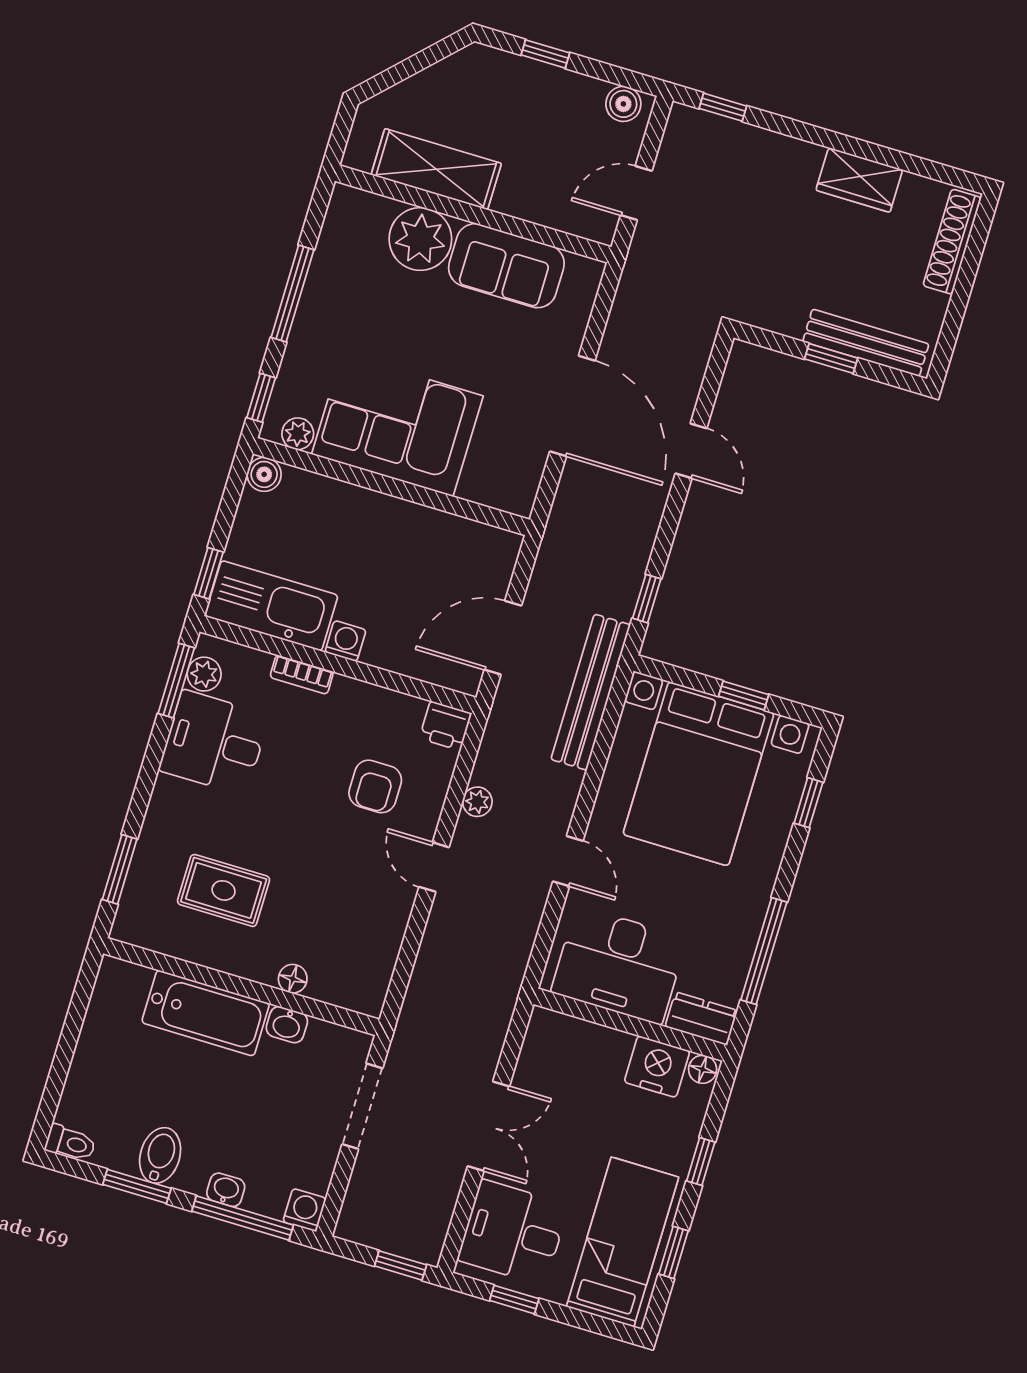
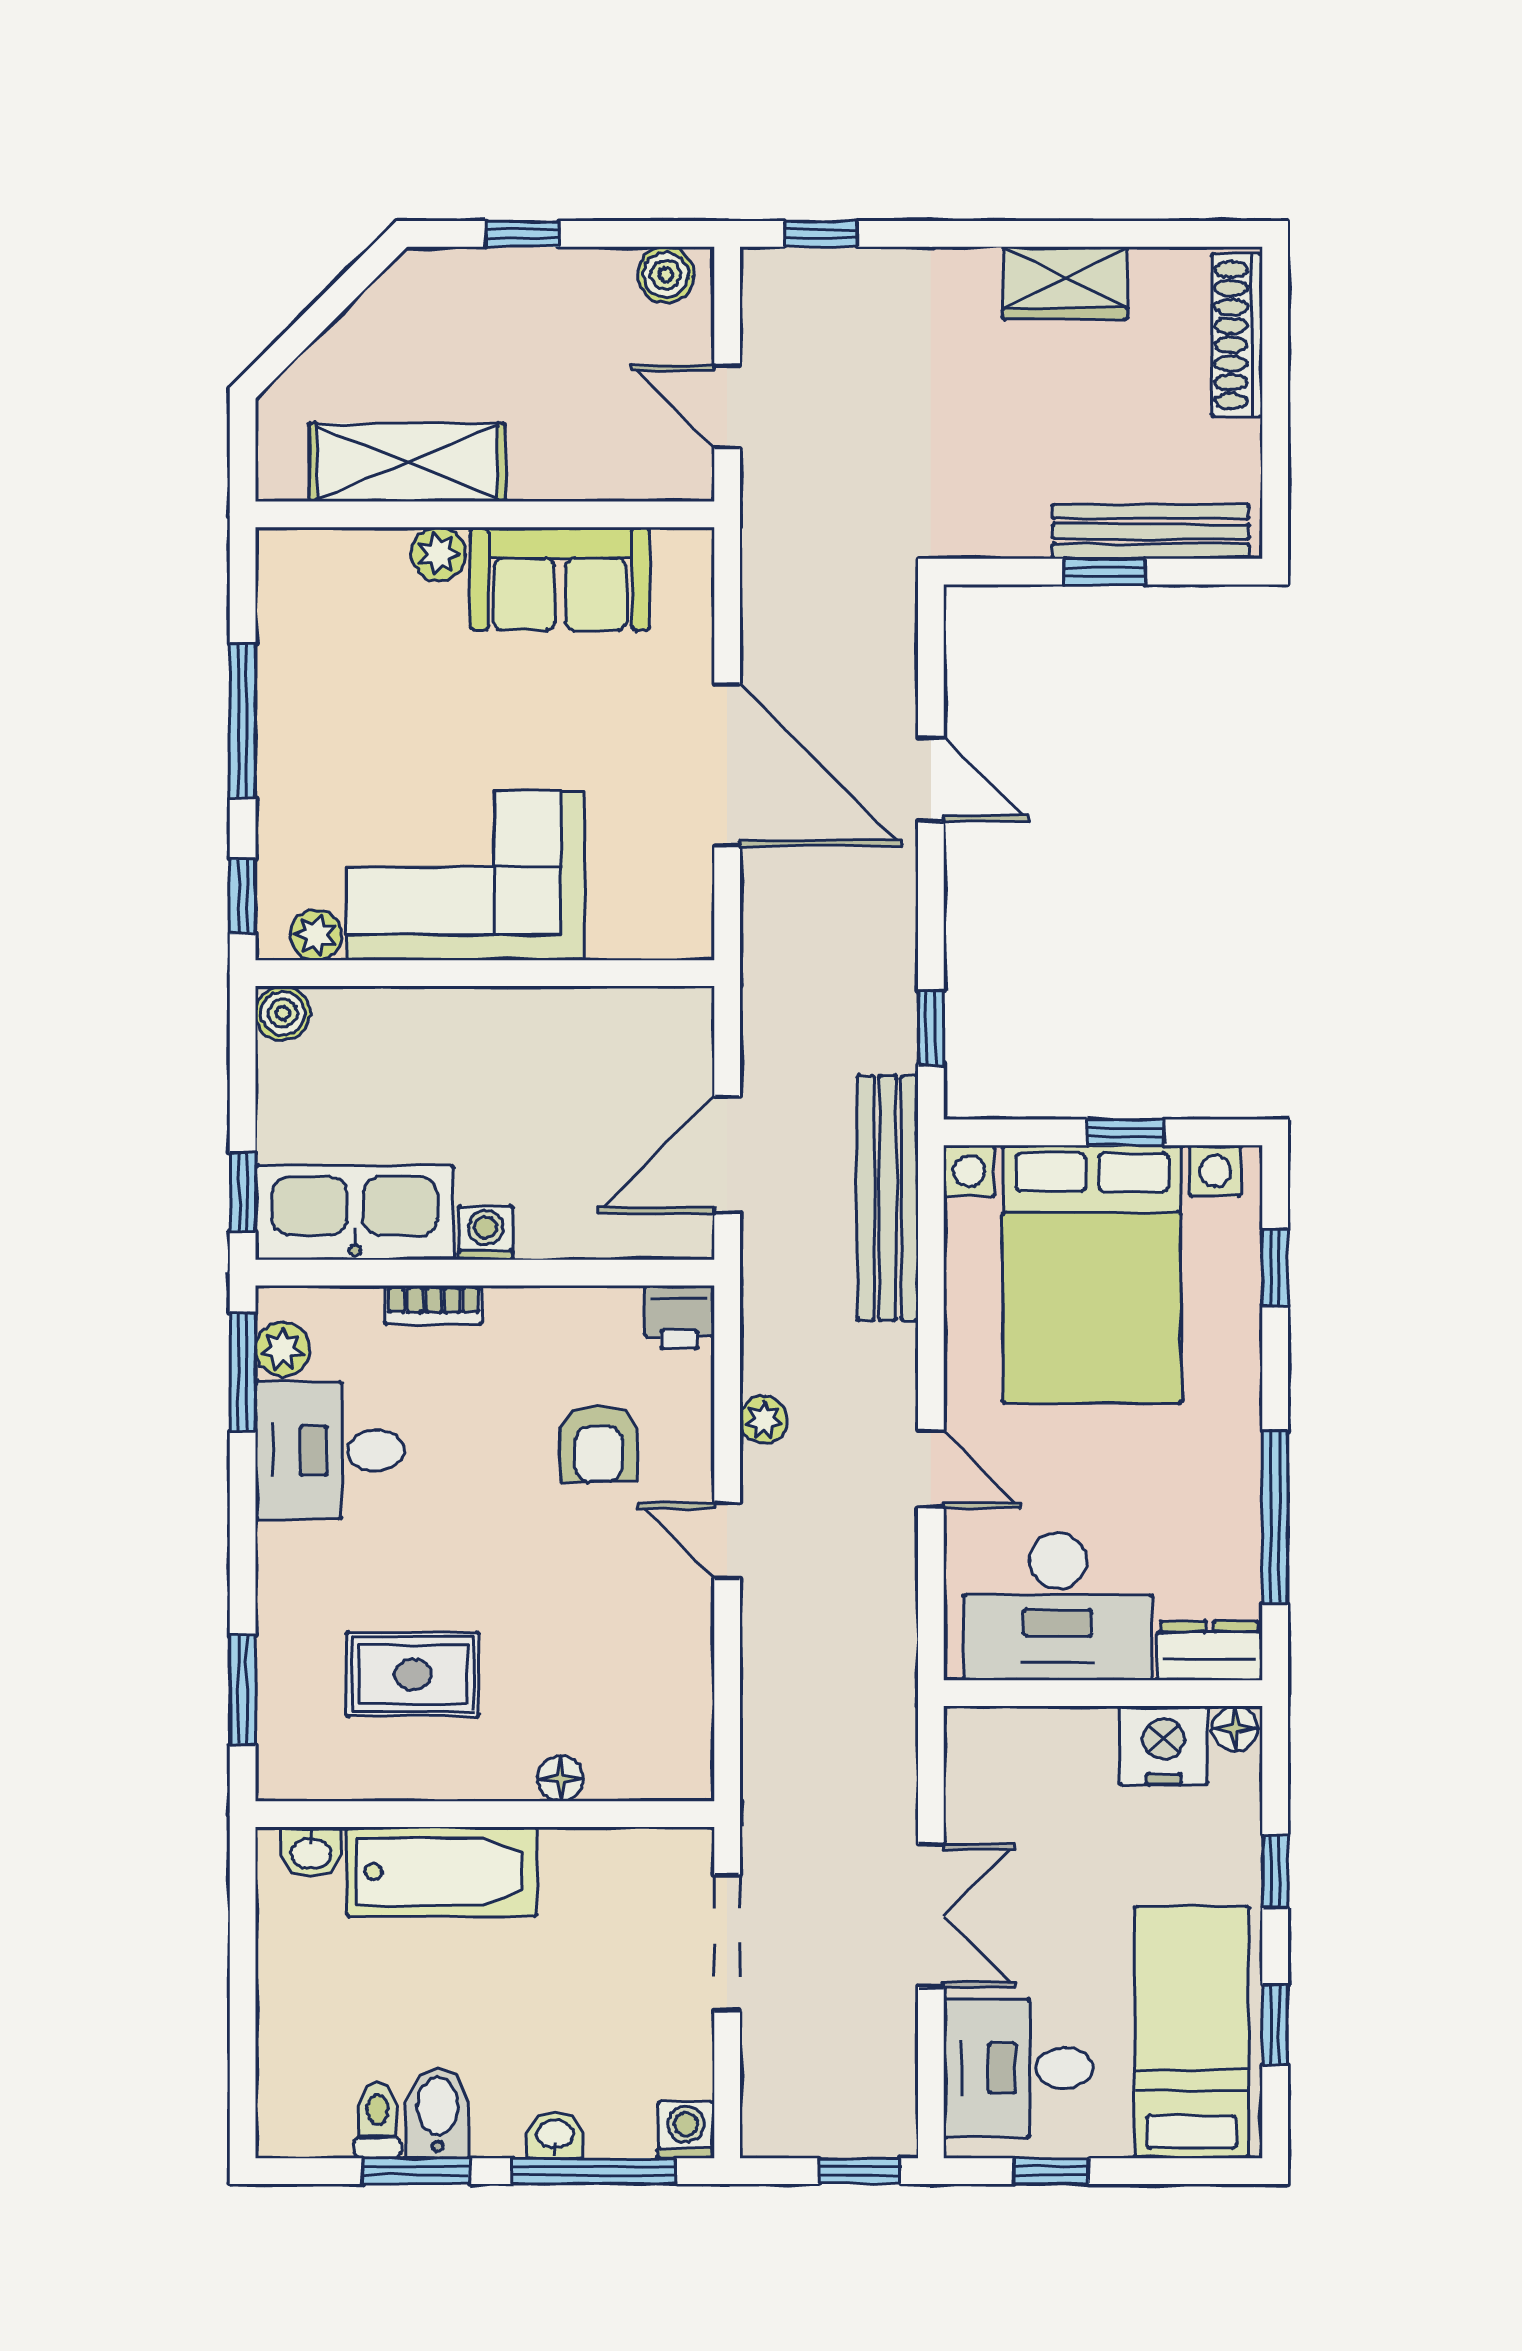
door: (636, 193) -> (727, 406), hinge flipped
plant: (420, 239) -> (438, 554), width x0.53, depth x0.53
washbasin: (287, 1025) -> (311, 1852), moved
toilet: (70, 1143) -> (378, 2120), moved, turned -90

